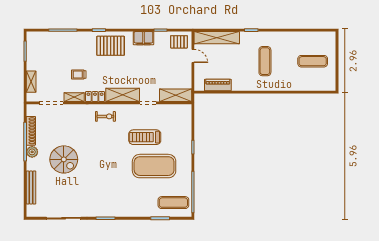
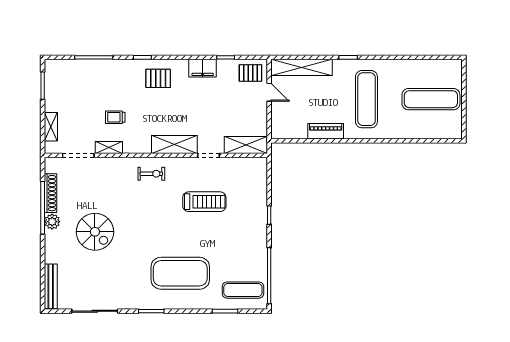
pallet: (111, 46) -> (158, 78), width x0.67, depth x0.71
exercise mat: (265, 61) -> (366, 99), width x1.36, depth x1.45
exercise mat: (313, 61) -> (431, 99), width x1.36, depth x1.45
piano: (218, 85) -> (326, 131), moved
locker: (95, 97) -> (137, 147), removed
treadmill: (145, 137) -> (204, 202), turned 180
exercise mat: (154, 166) -> (180, 273), moved
bench: (31, 188) -> (51, 286), moved

